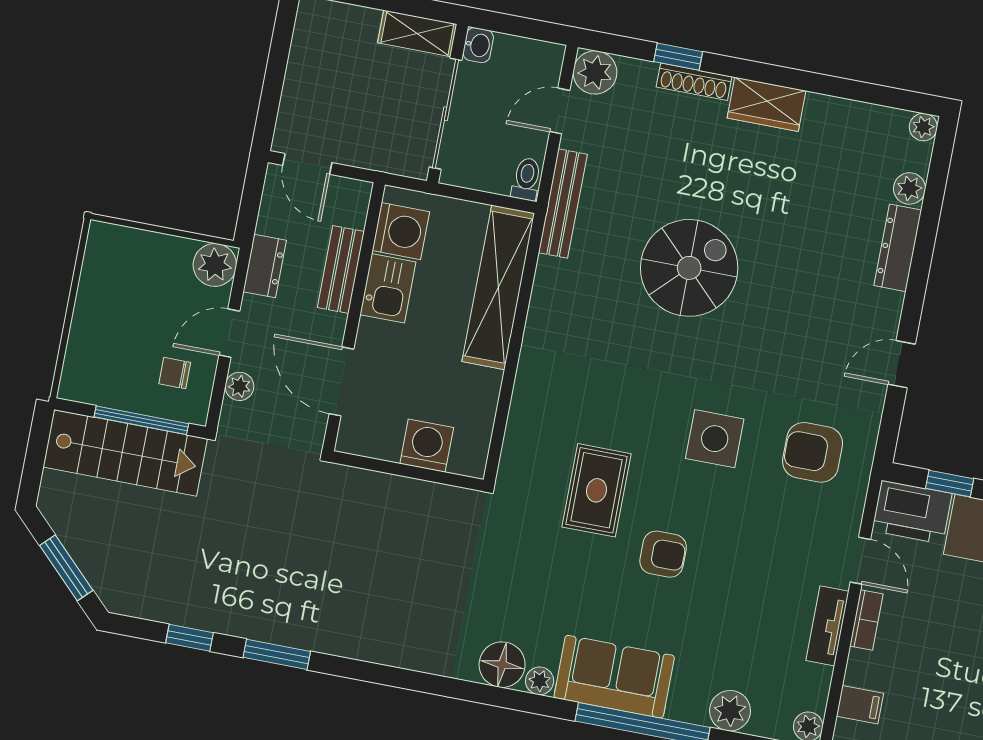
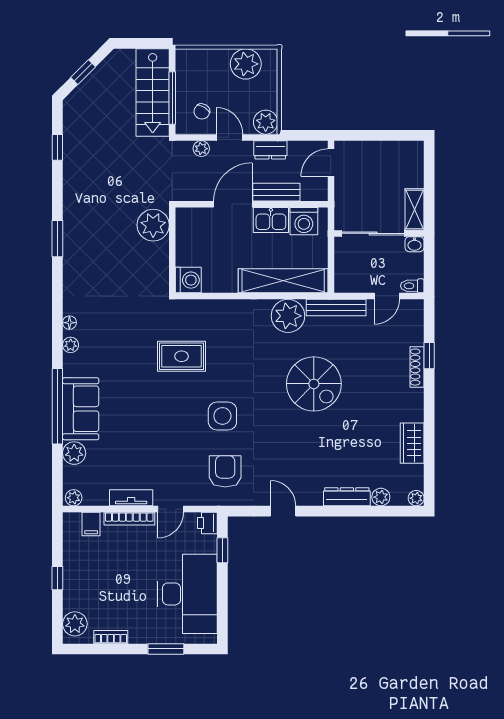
plant: (595, 72) -> (288, 316), moved, width x1.36, depth x1.36
wardrobe: (766, 104) -> (412, 443), moved
door: (560, 111) -> (387, 296), swing flipped
toilet: (526, 179) -> (412, 286), moved, turned 180
plant: (106, 280) -> (246, 64), added
chair: (175, 373) -> (202, 111), turned -149
door: (341, 381) -> (233, 204), moved
washing machine: (427, 446) -> (188, 280), moved
plant: (358, 496) -> (153, 225), added
printer: (912, 512) -> (207, 523), width x0.53, depth x0.68
armchair: (663, 554) -> (153, 400), removed
window: (66, 568) -> (83, 72), width x0.67
bookcase: (866, 620) -> (129, 519), width x1.56
window: (277, 654) -> (57, 239), moved
floor lamp: (502, 665) -> (69, 323), width x0.53, depth x0.53
sofa: (614, 677) -> (81, 409), moved

